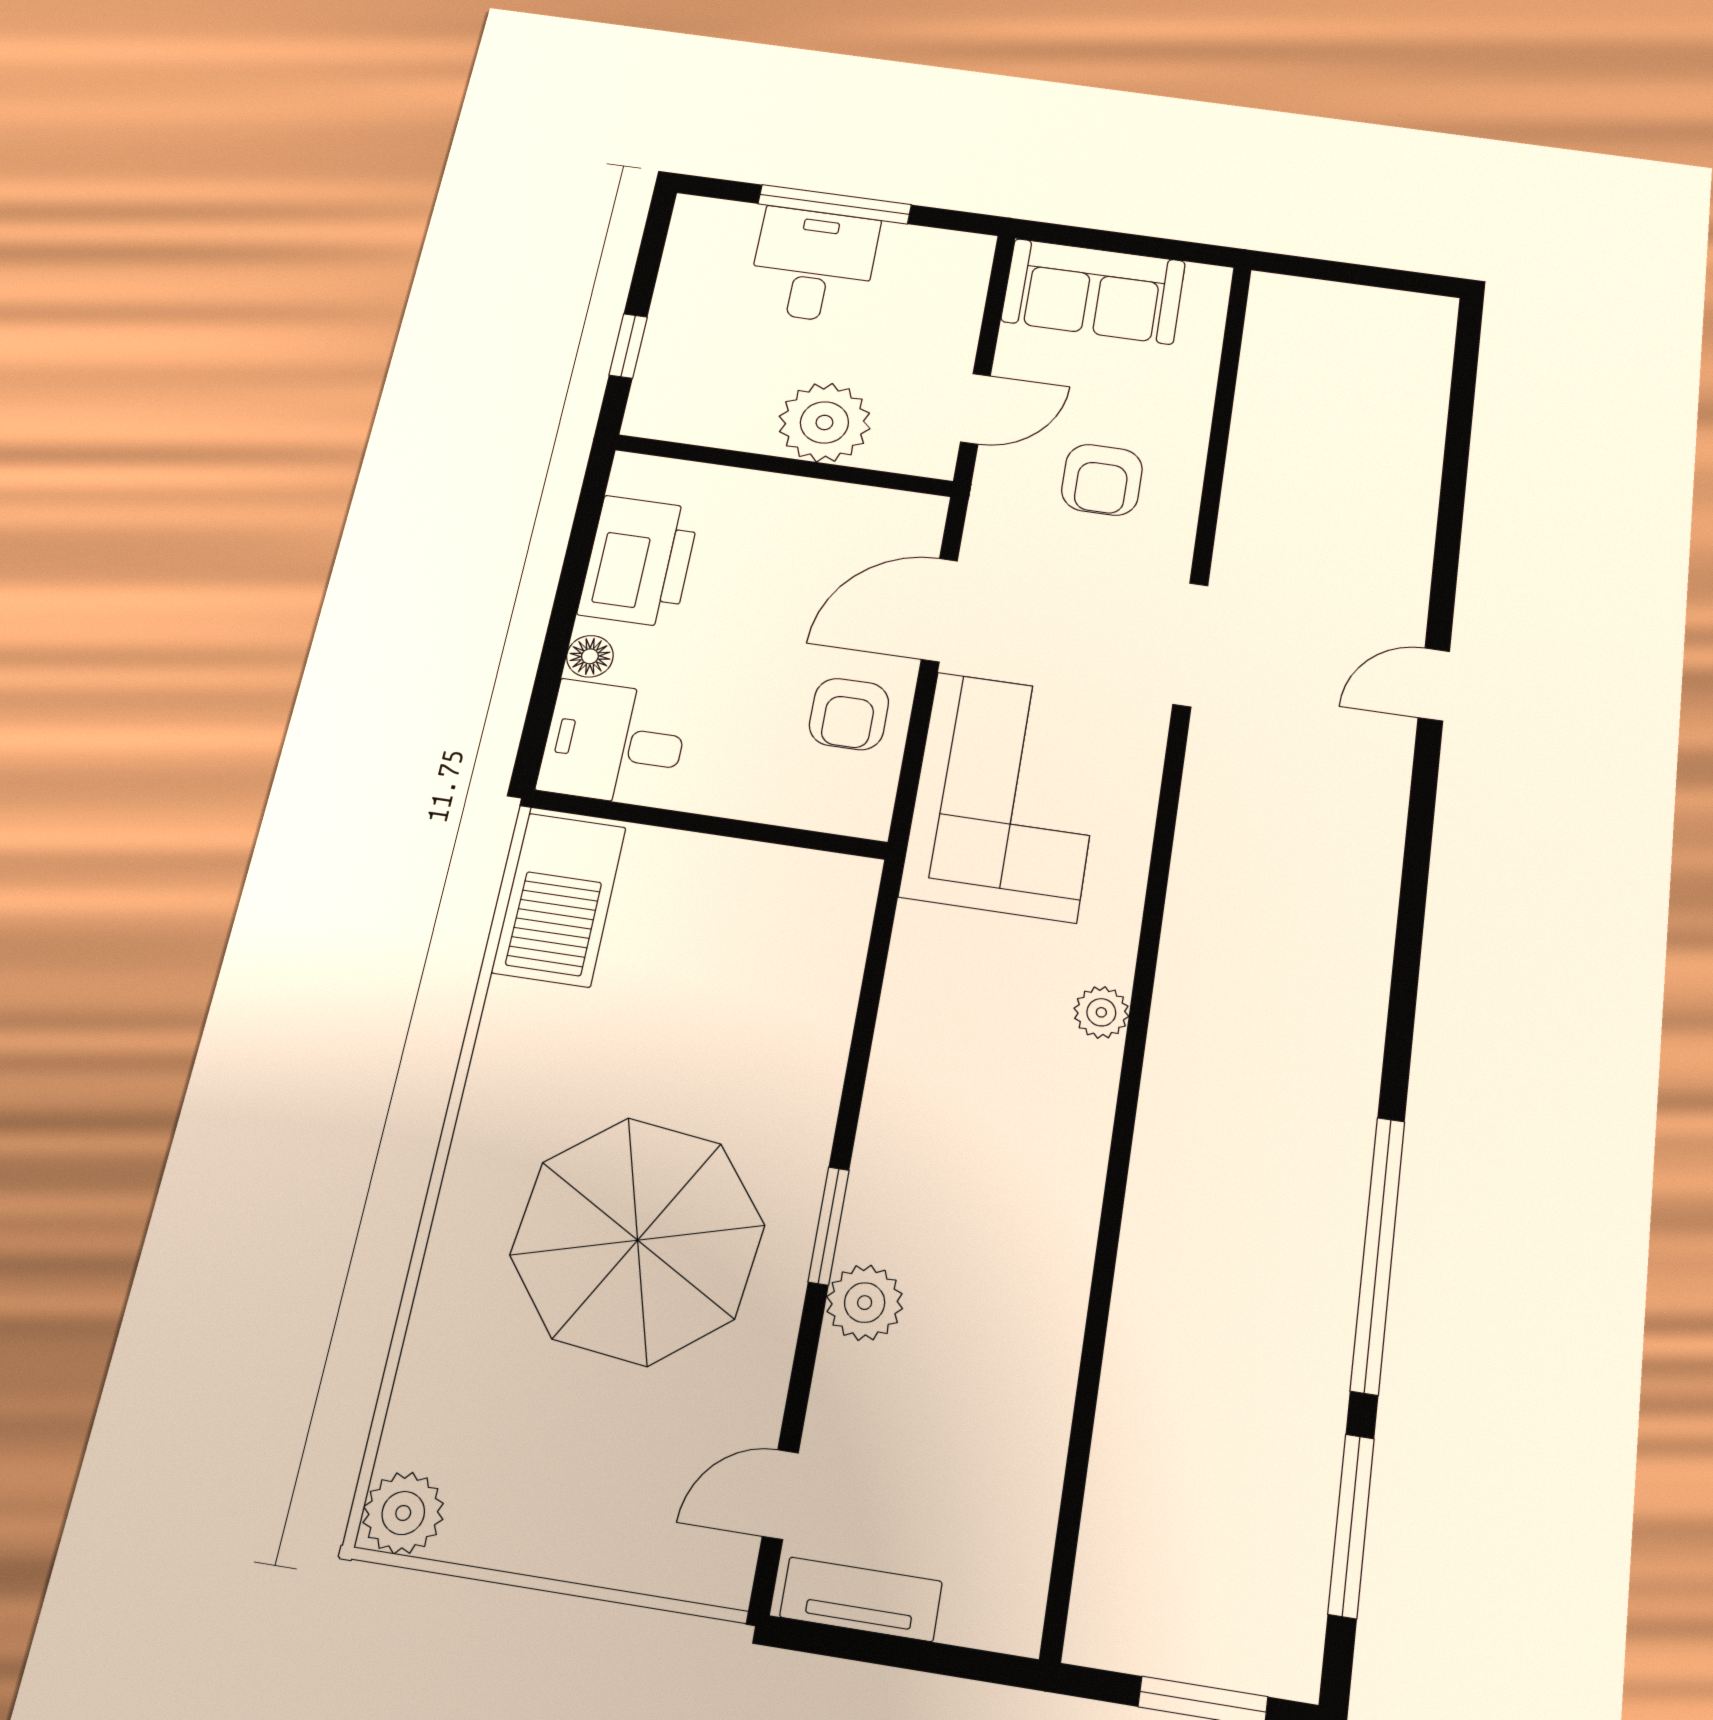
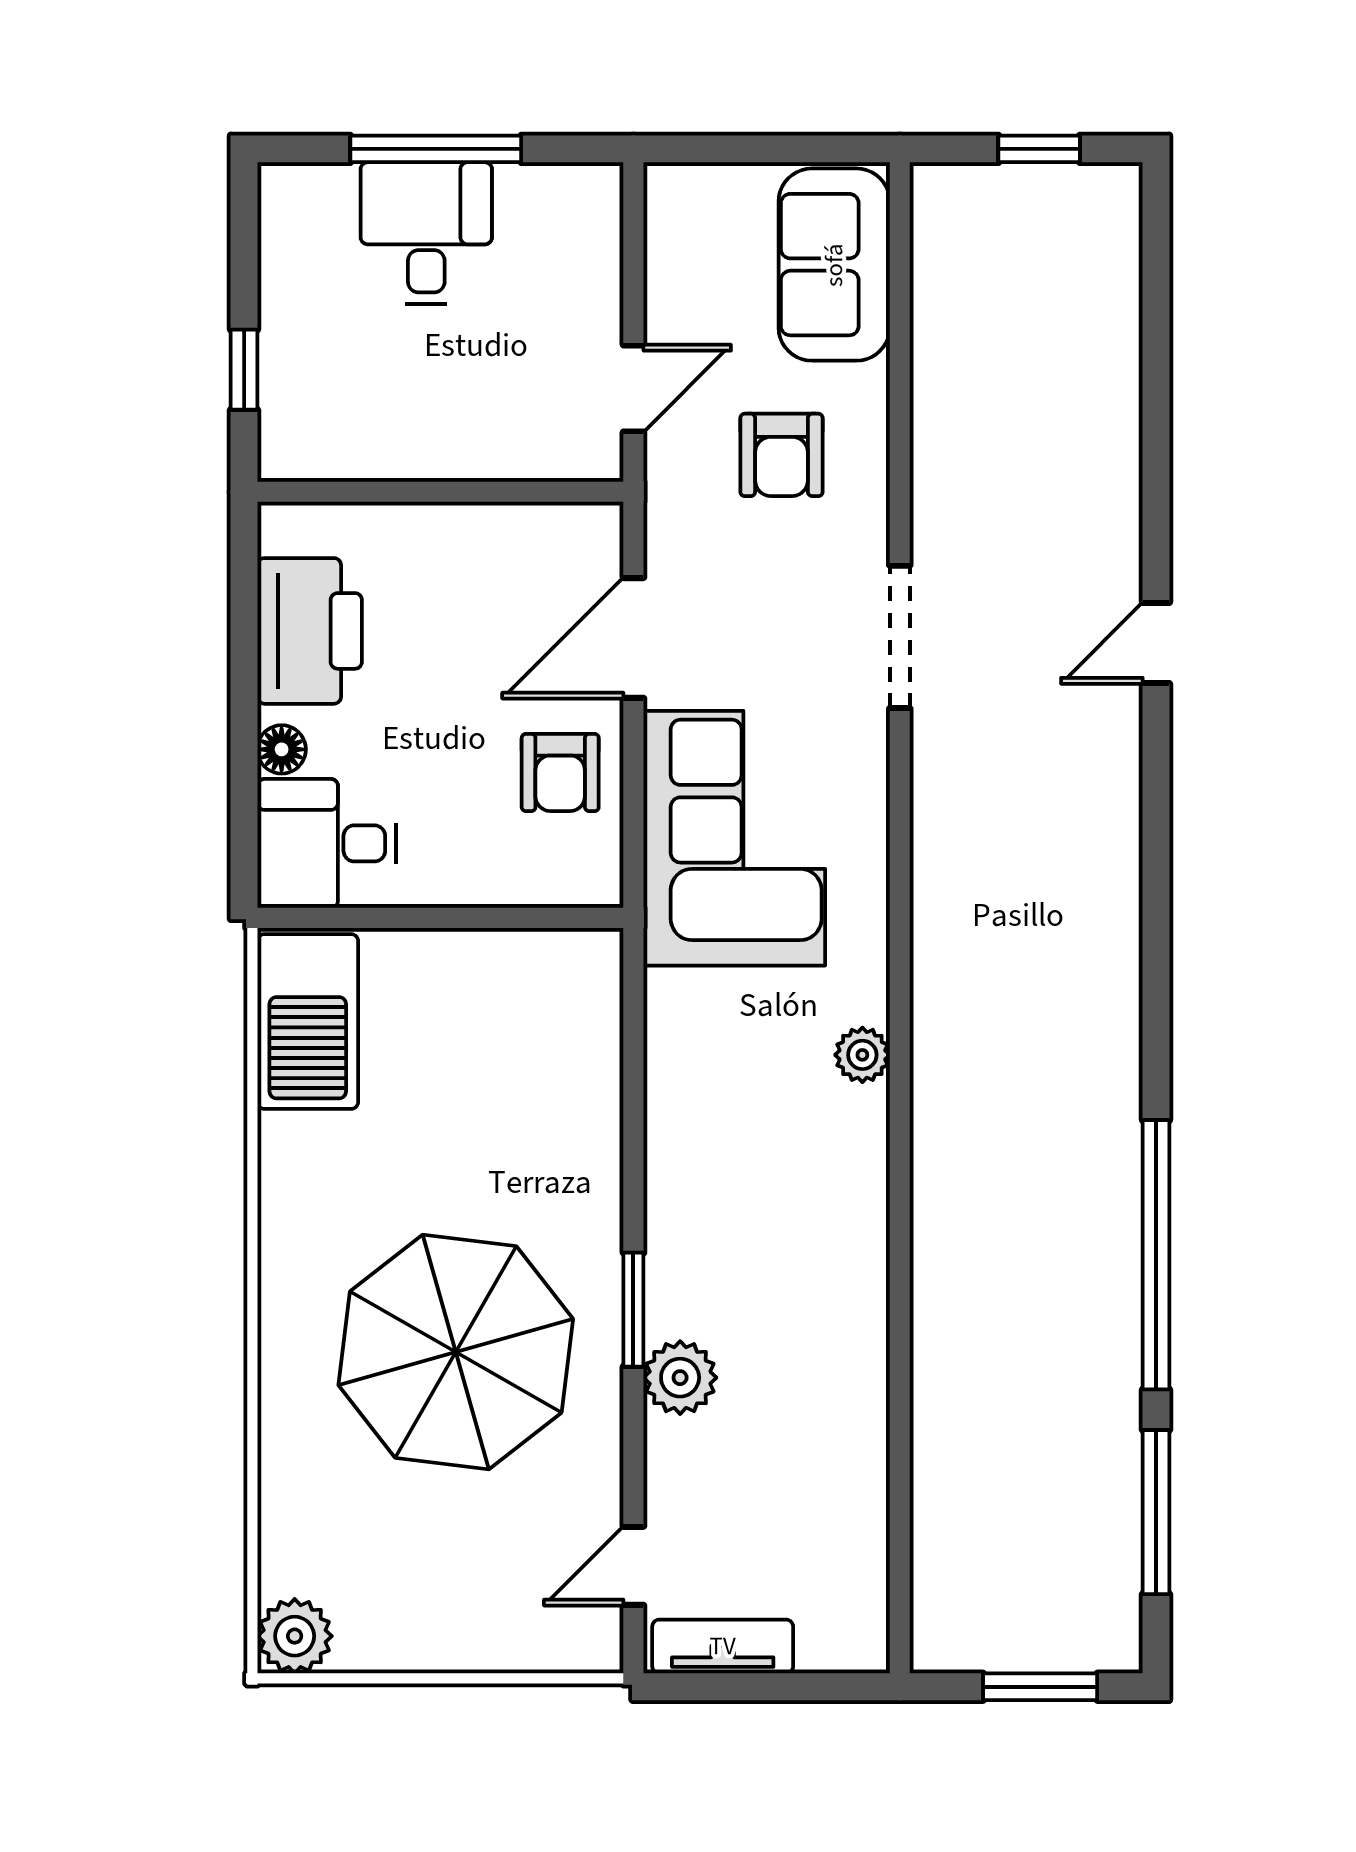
window: (1368, 276) -> (1039, 149), added
sofa: (1093, 291) -> (834, 265), moved, turned 90
plant: (824, 422) -> (474, 432), removed

